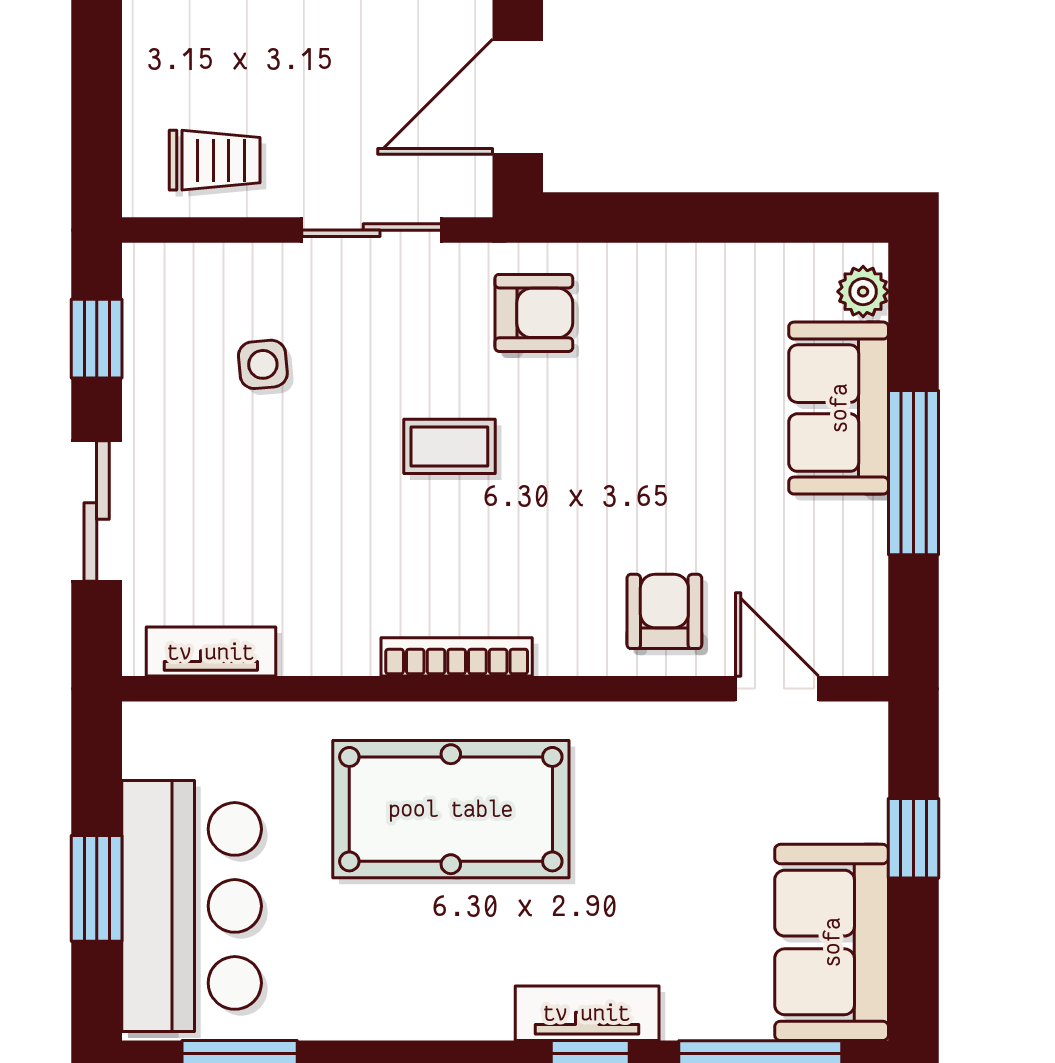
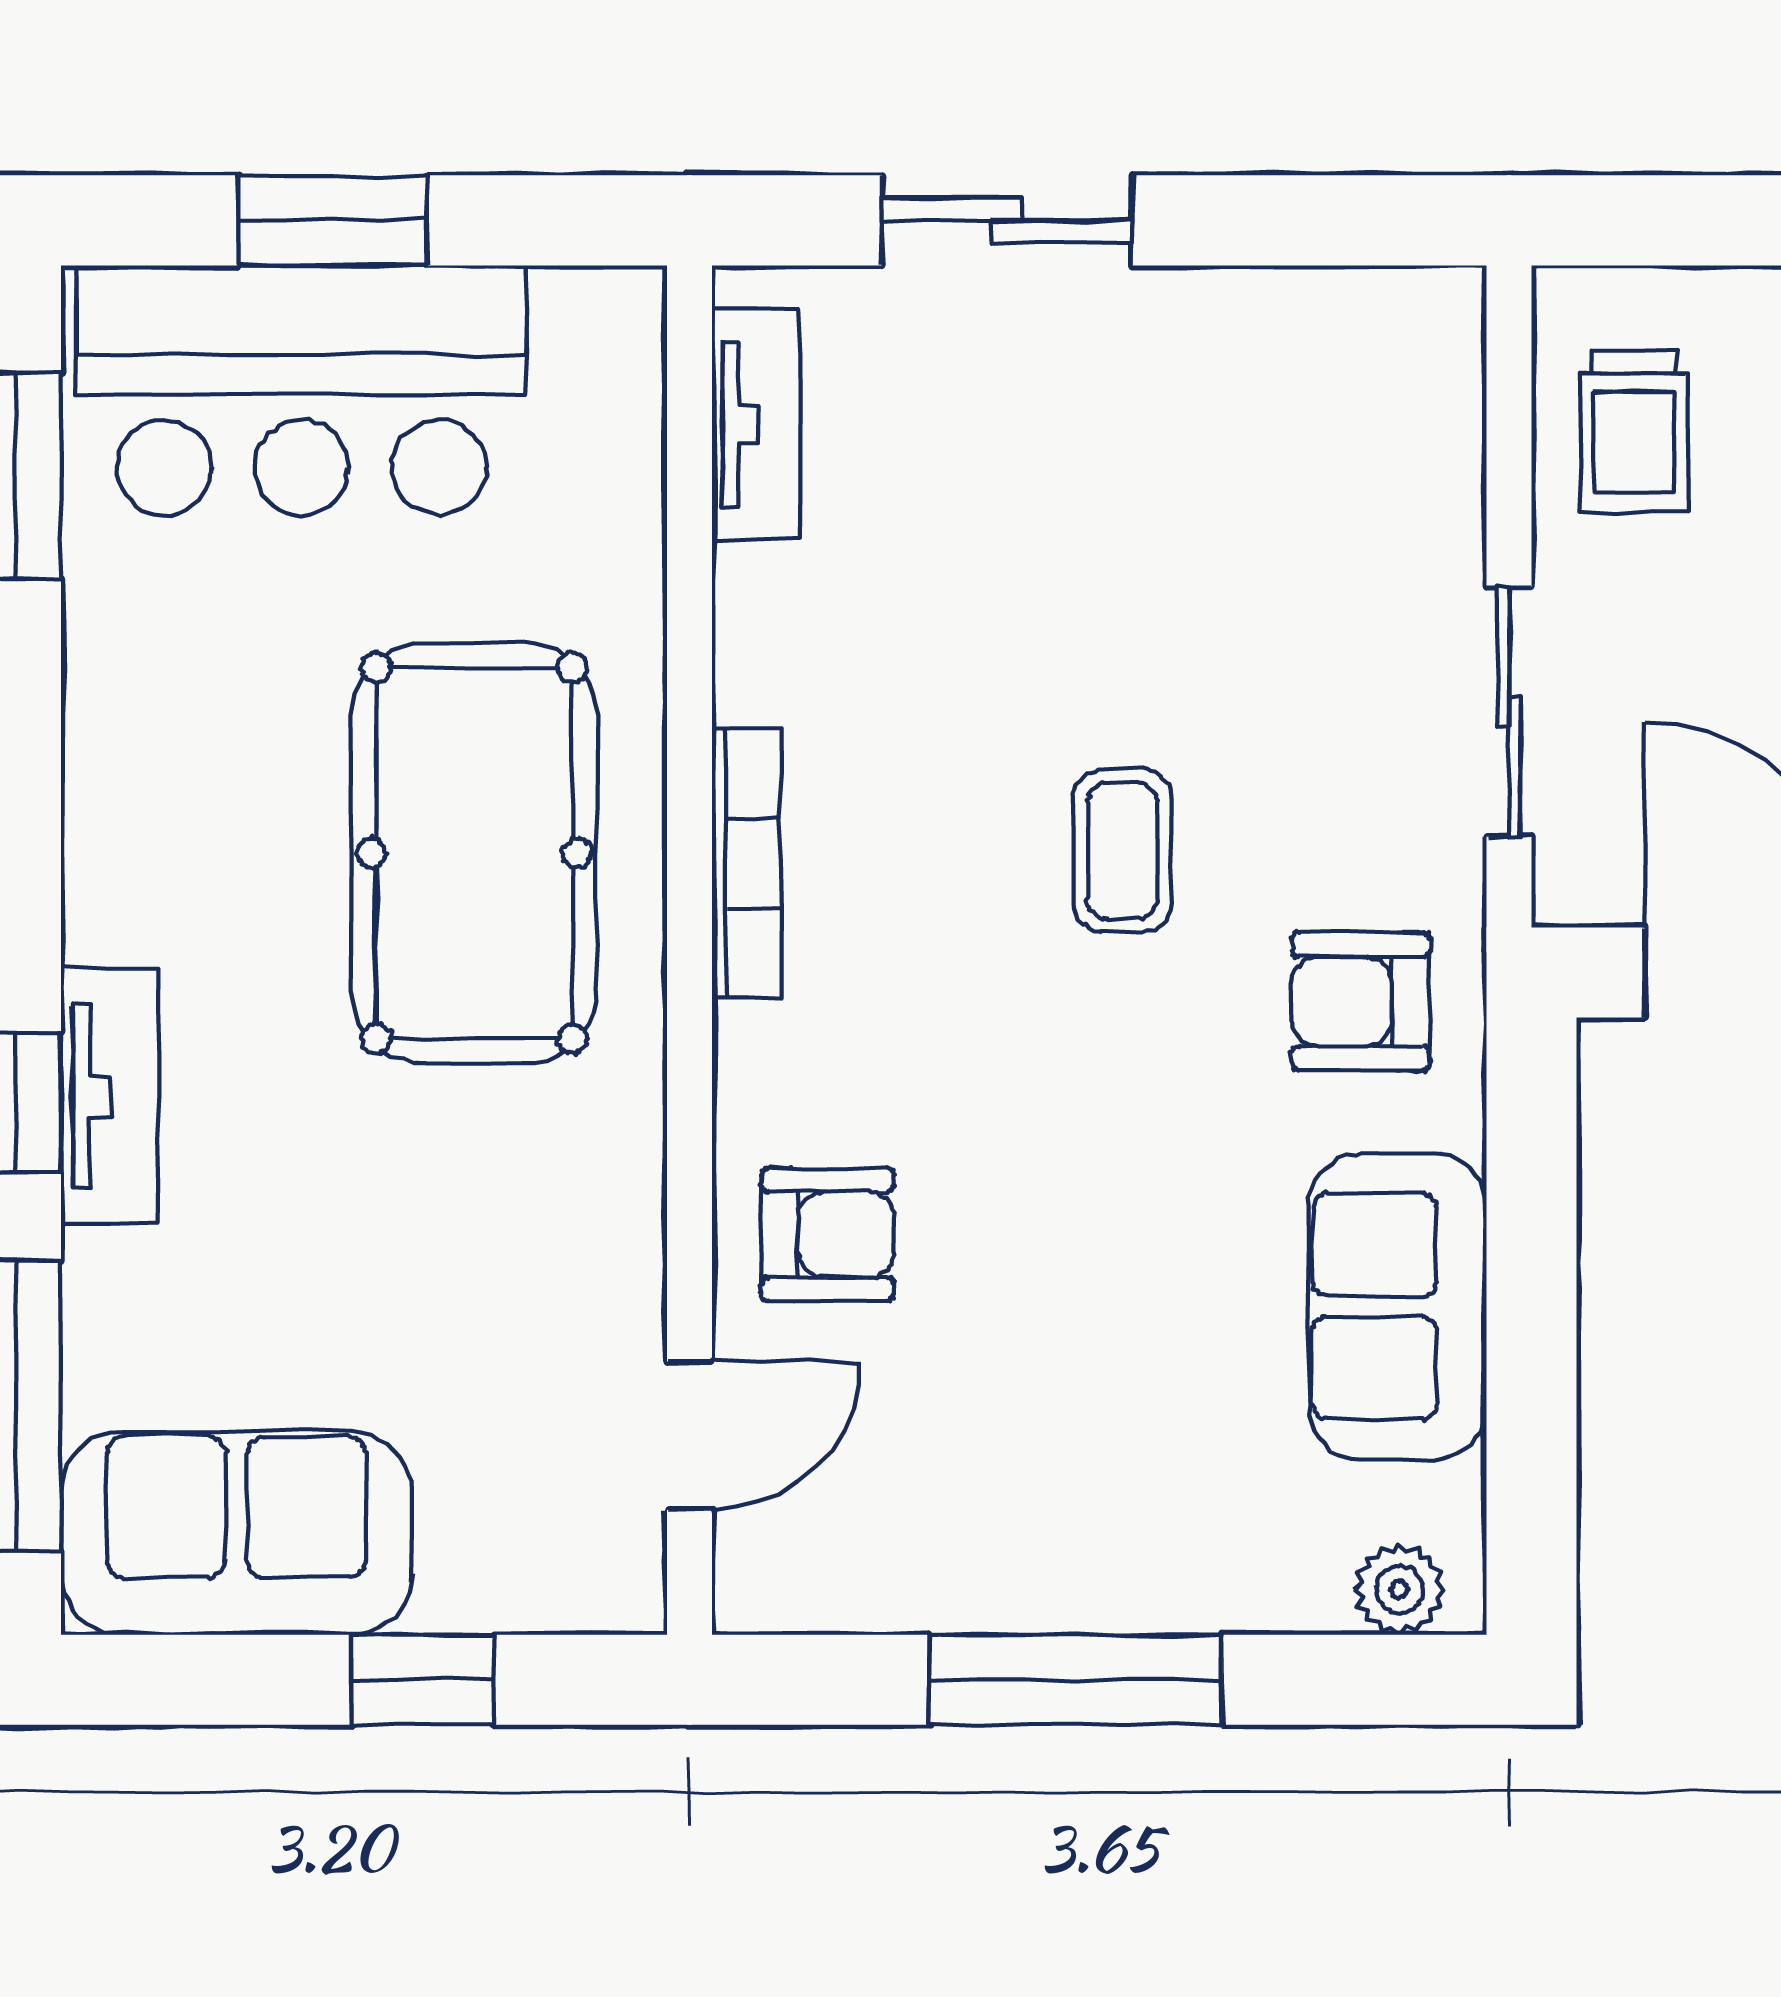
armchair: (534, 313) -> (1361, 1001), turned 90
window: (97, 339) -> (1315, 220), removed
side table: (263, 364) -> (1269, 517), removed
sofa: (839, 408) -> (1398, 1306), moved, turned -90

